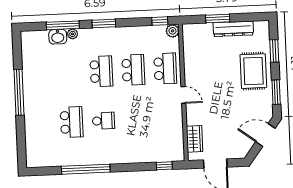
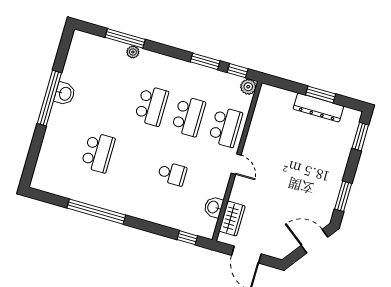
window: (218, 19) -> (321, 94), moved
window: (104, 23) -> (205, 61), moved
washbasin: (58, 37) -> (65, 94), moved, turned -90
window: (274, 51) -> (360, 137), moved
rug: (253, 71) -> (325, 164), removed
school desk: (103, 121) -> (172, 174), moved
washbasin: (177, 135) -> (213, 207), added

